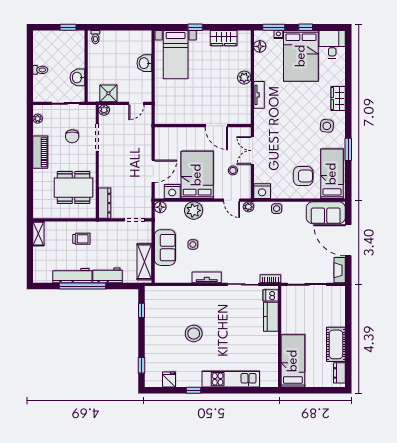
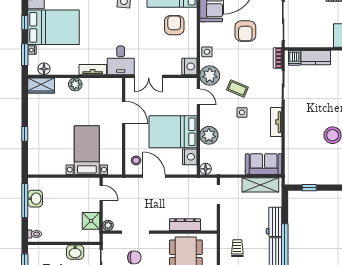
window: (129, 27) -> (25, 201), added
wardrobe: (224, 38) -> (41, 85), moved, turned 90
bed with nightstands: (176, 55) -> (87, 150), moved, turned -90
washbasin: (144, 63) -> (35, 199), moved, turned -90
desk: (268, 123) -> (121, 60), added
door: (216, 126) -> (124, 112), hinge flipped
stool: (233, 170) -> (136, 160), moved
door: (153, 171) -> (154, 176), moved
door: (232, 200) -> (198, 97), hinge flipped
dresser: (105, 203) -> (185, 225), moved
plant: (248, 207) -> (210, 76), width x1.87, depth x1.87
coffee table: (240, 239) -> (237, 89), added
side table: (193, 244) -> (242, 112), moved
armchair: (297, 247) -> (245, 31), added
sofa: (165, 248) -> (264, 164), moved

